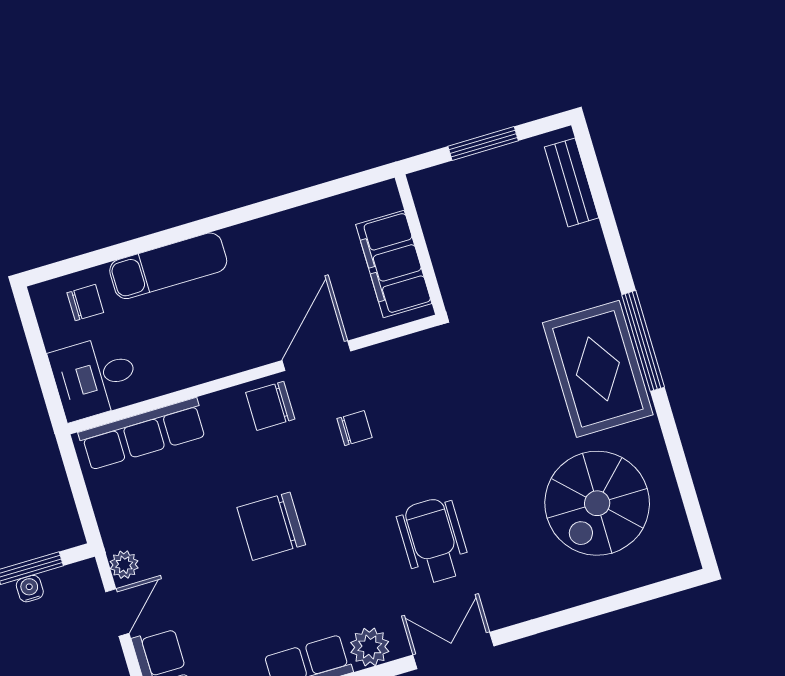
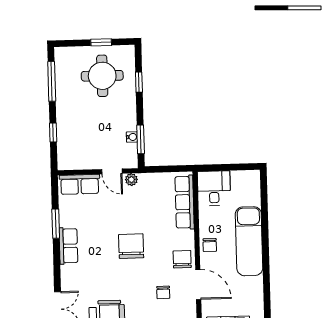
exam couch: (168, 266) -> (249, 241), width x1.36, depth x1.45
chair: (85, 303) -> (210, 245), moved
plant: (370, 647) -> (69, 274), removed

